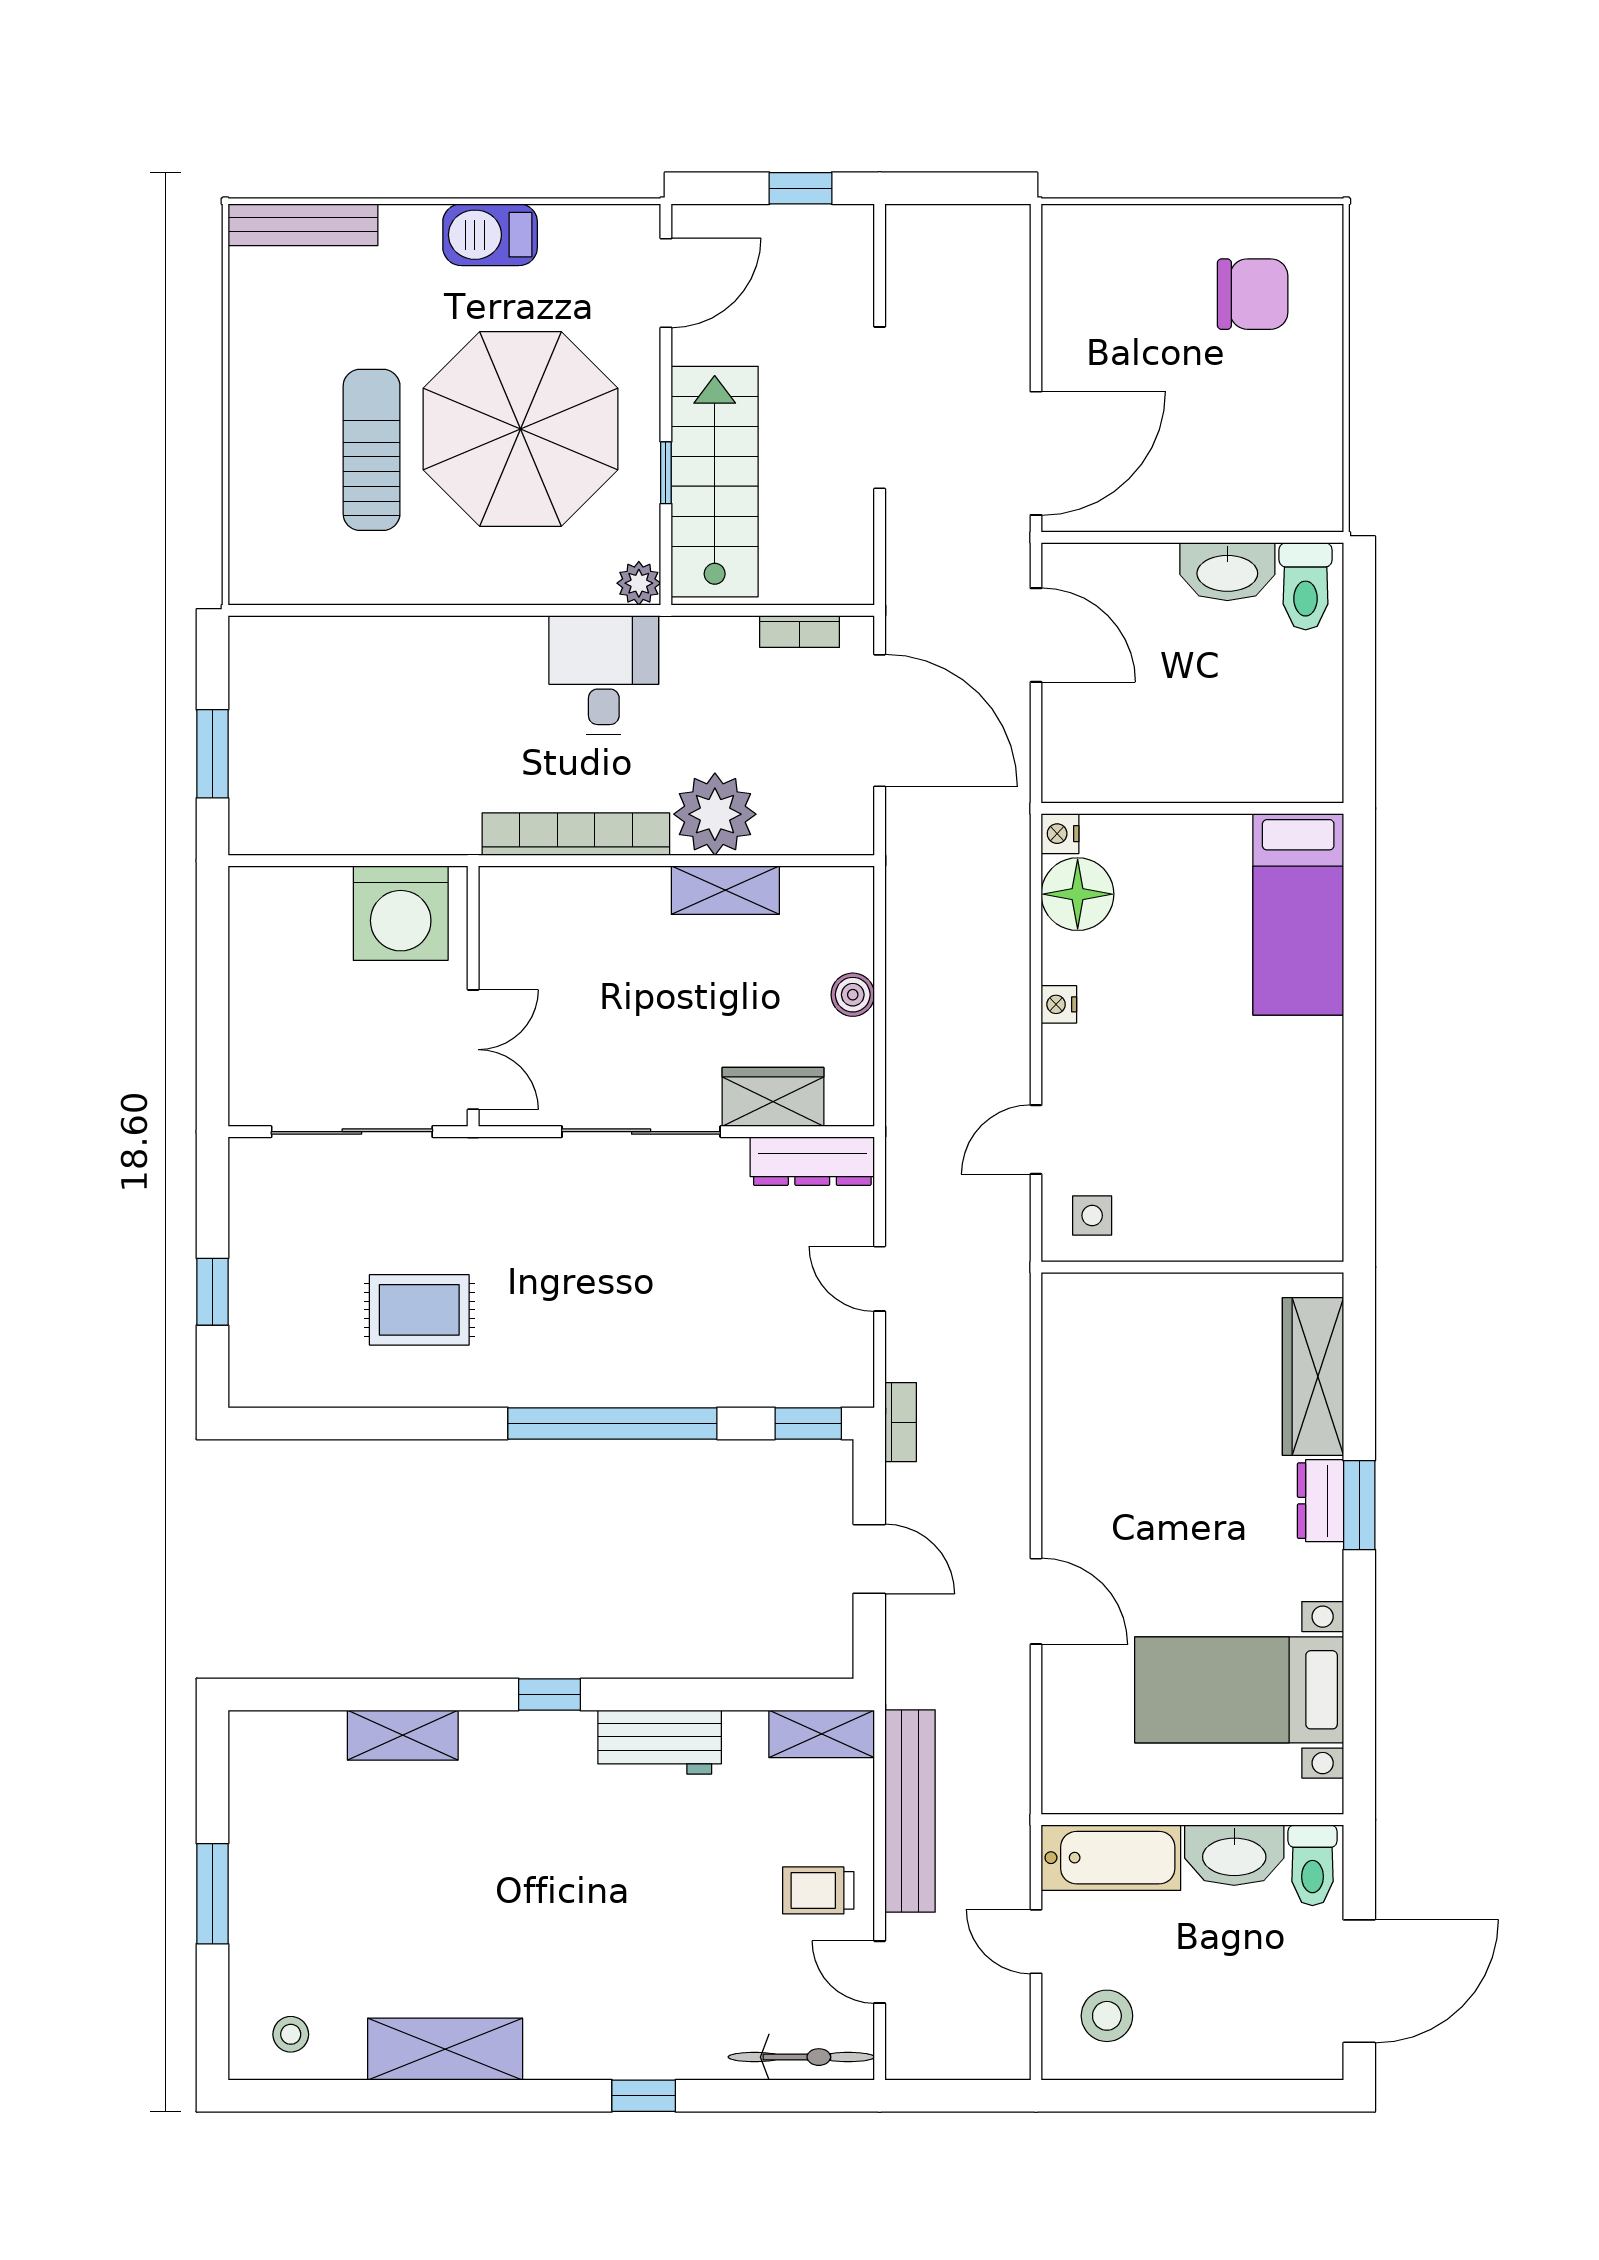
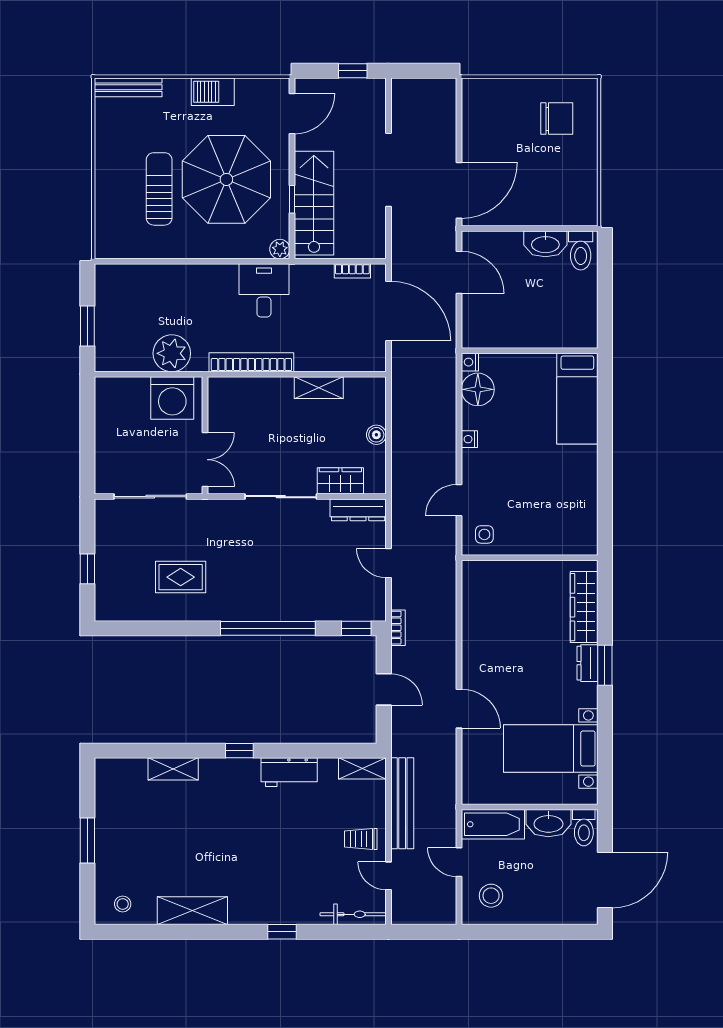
plant: (715, 814) -> (172, 353), moved

